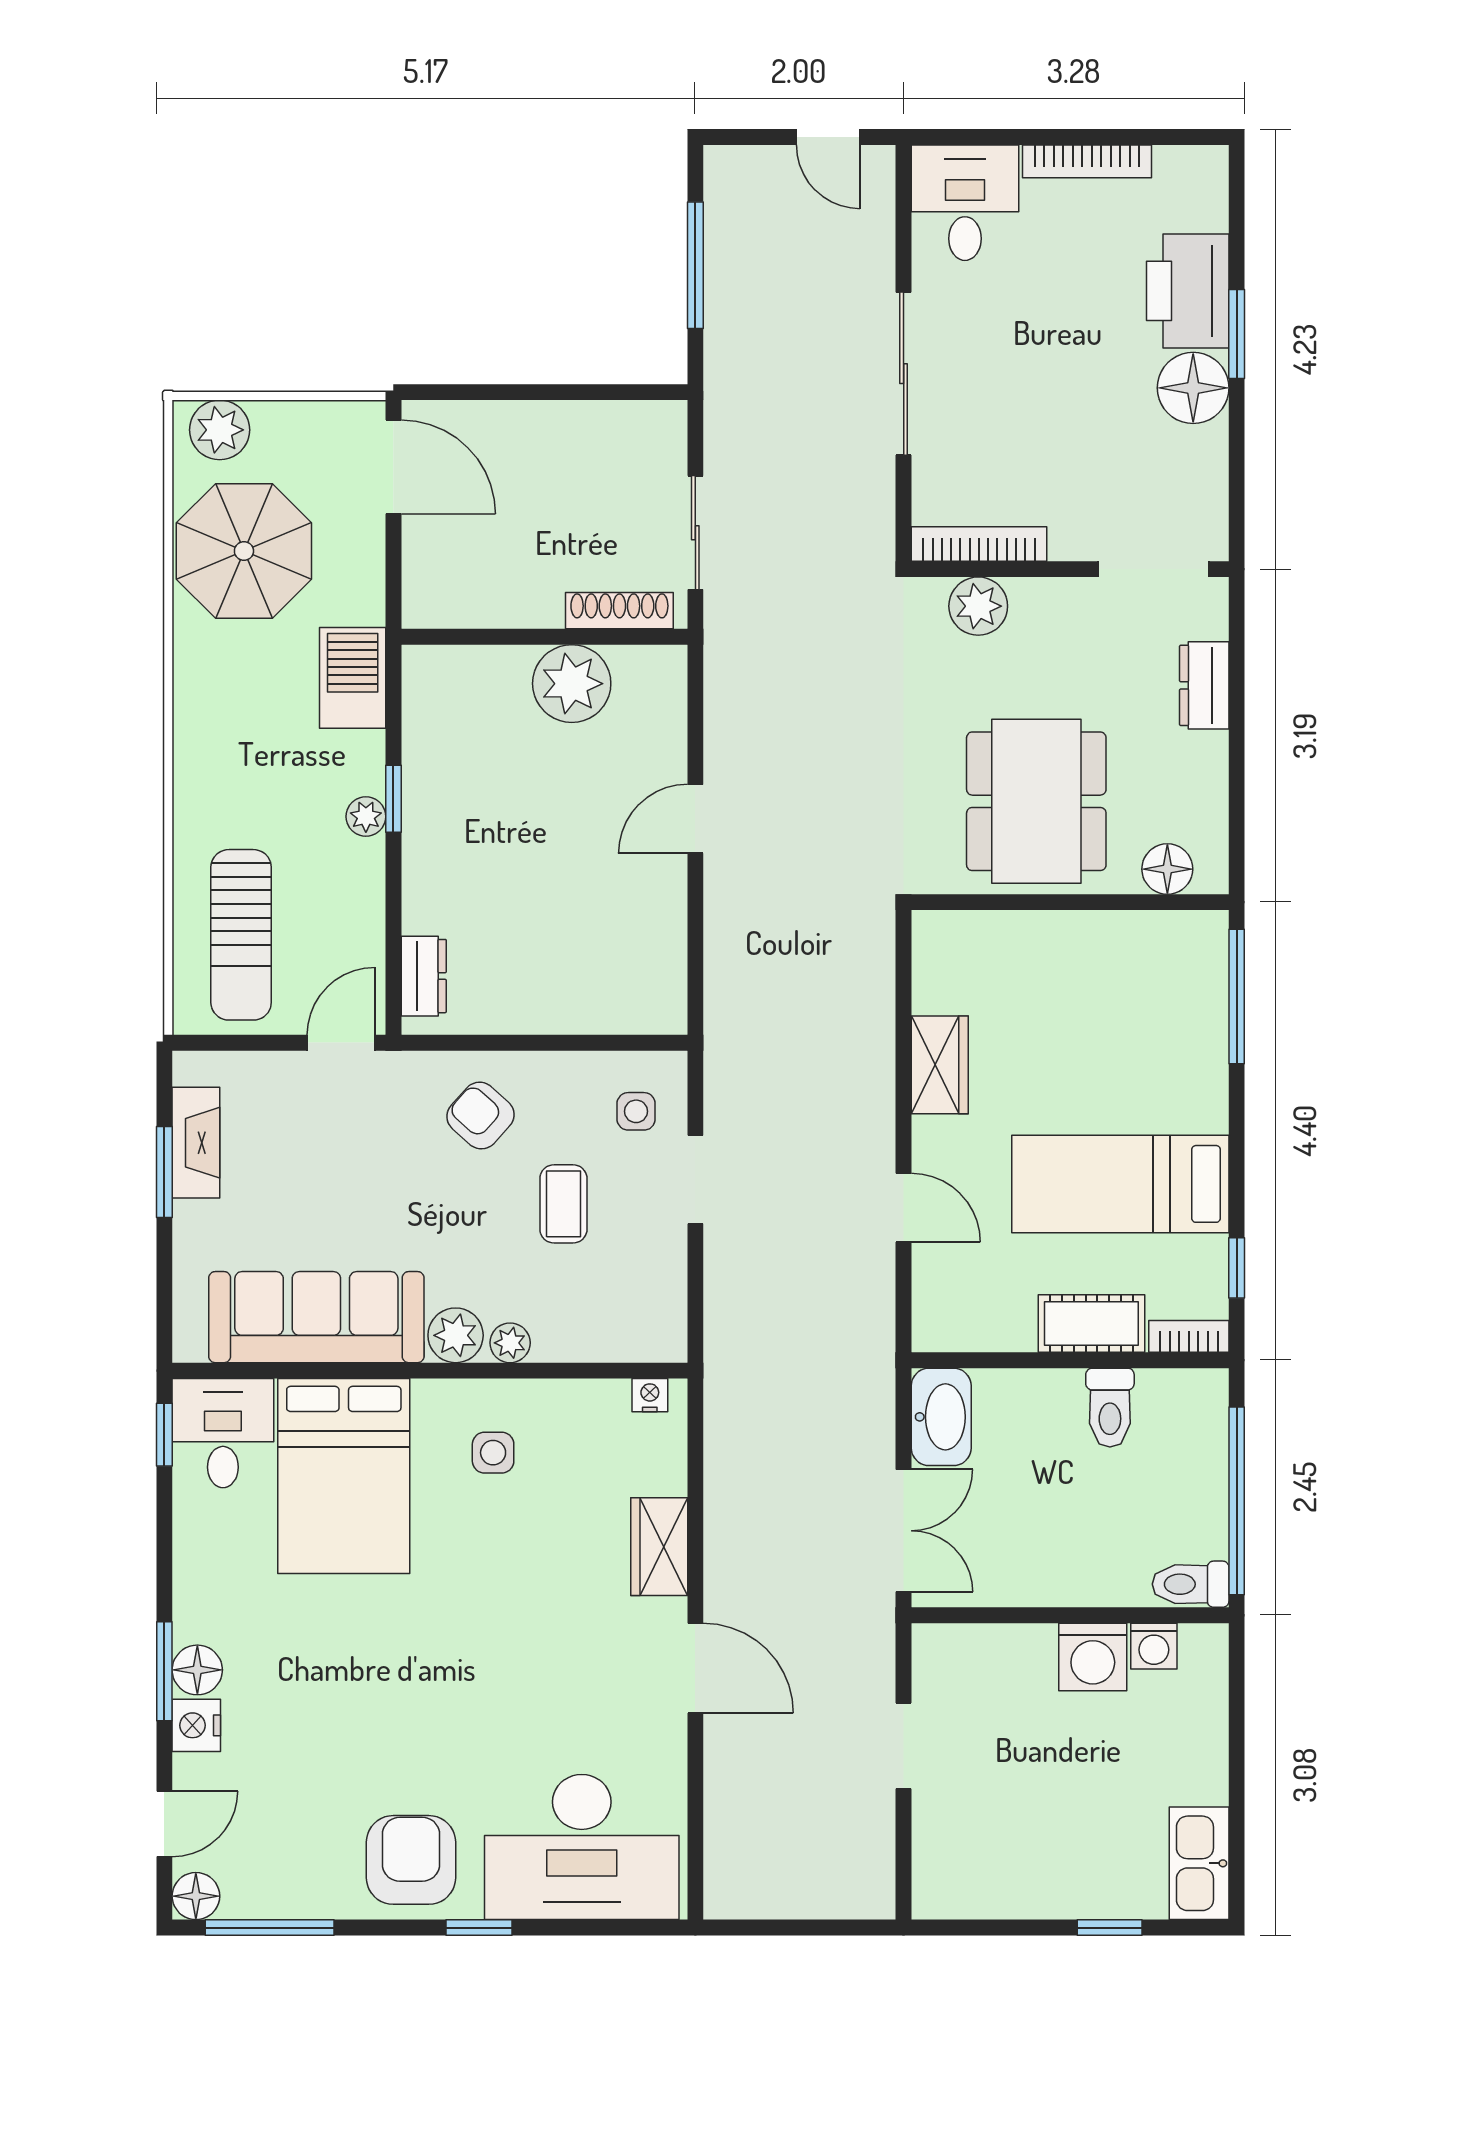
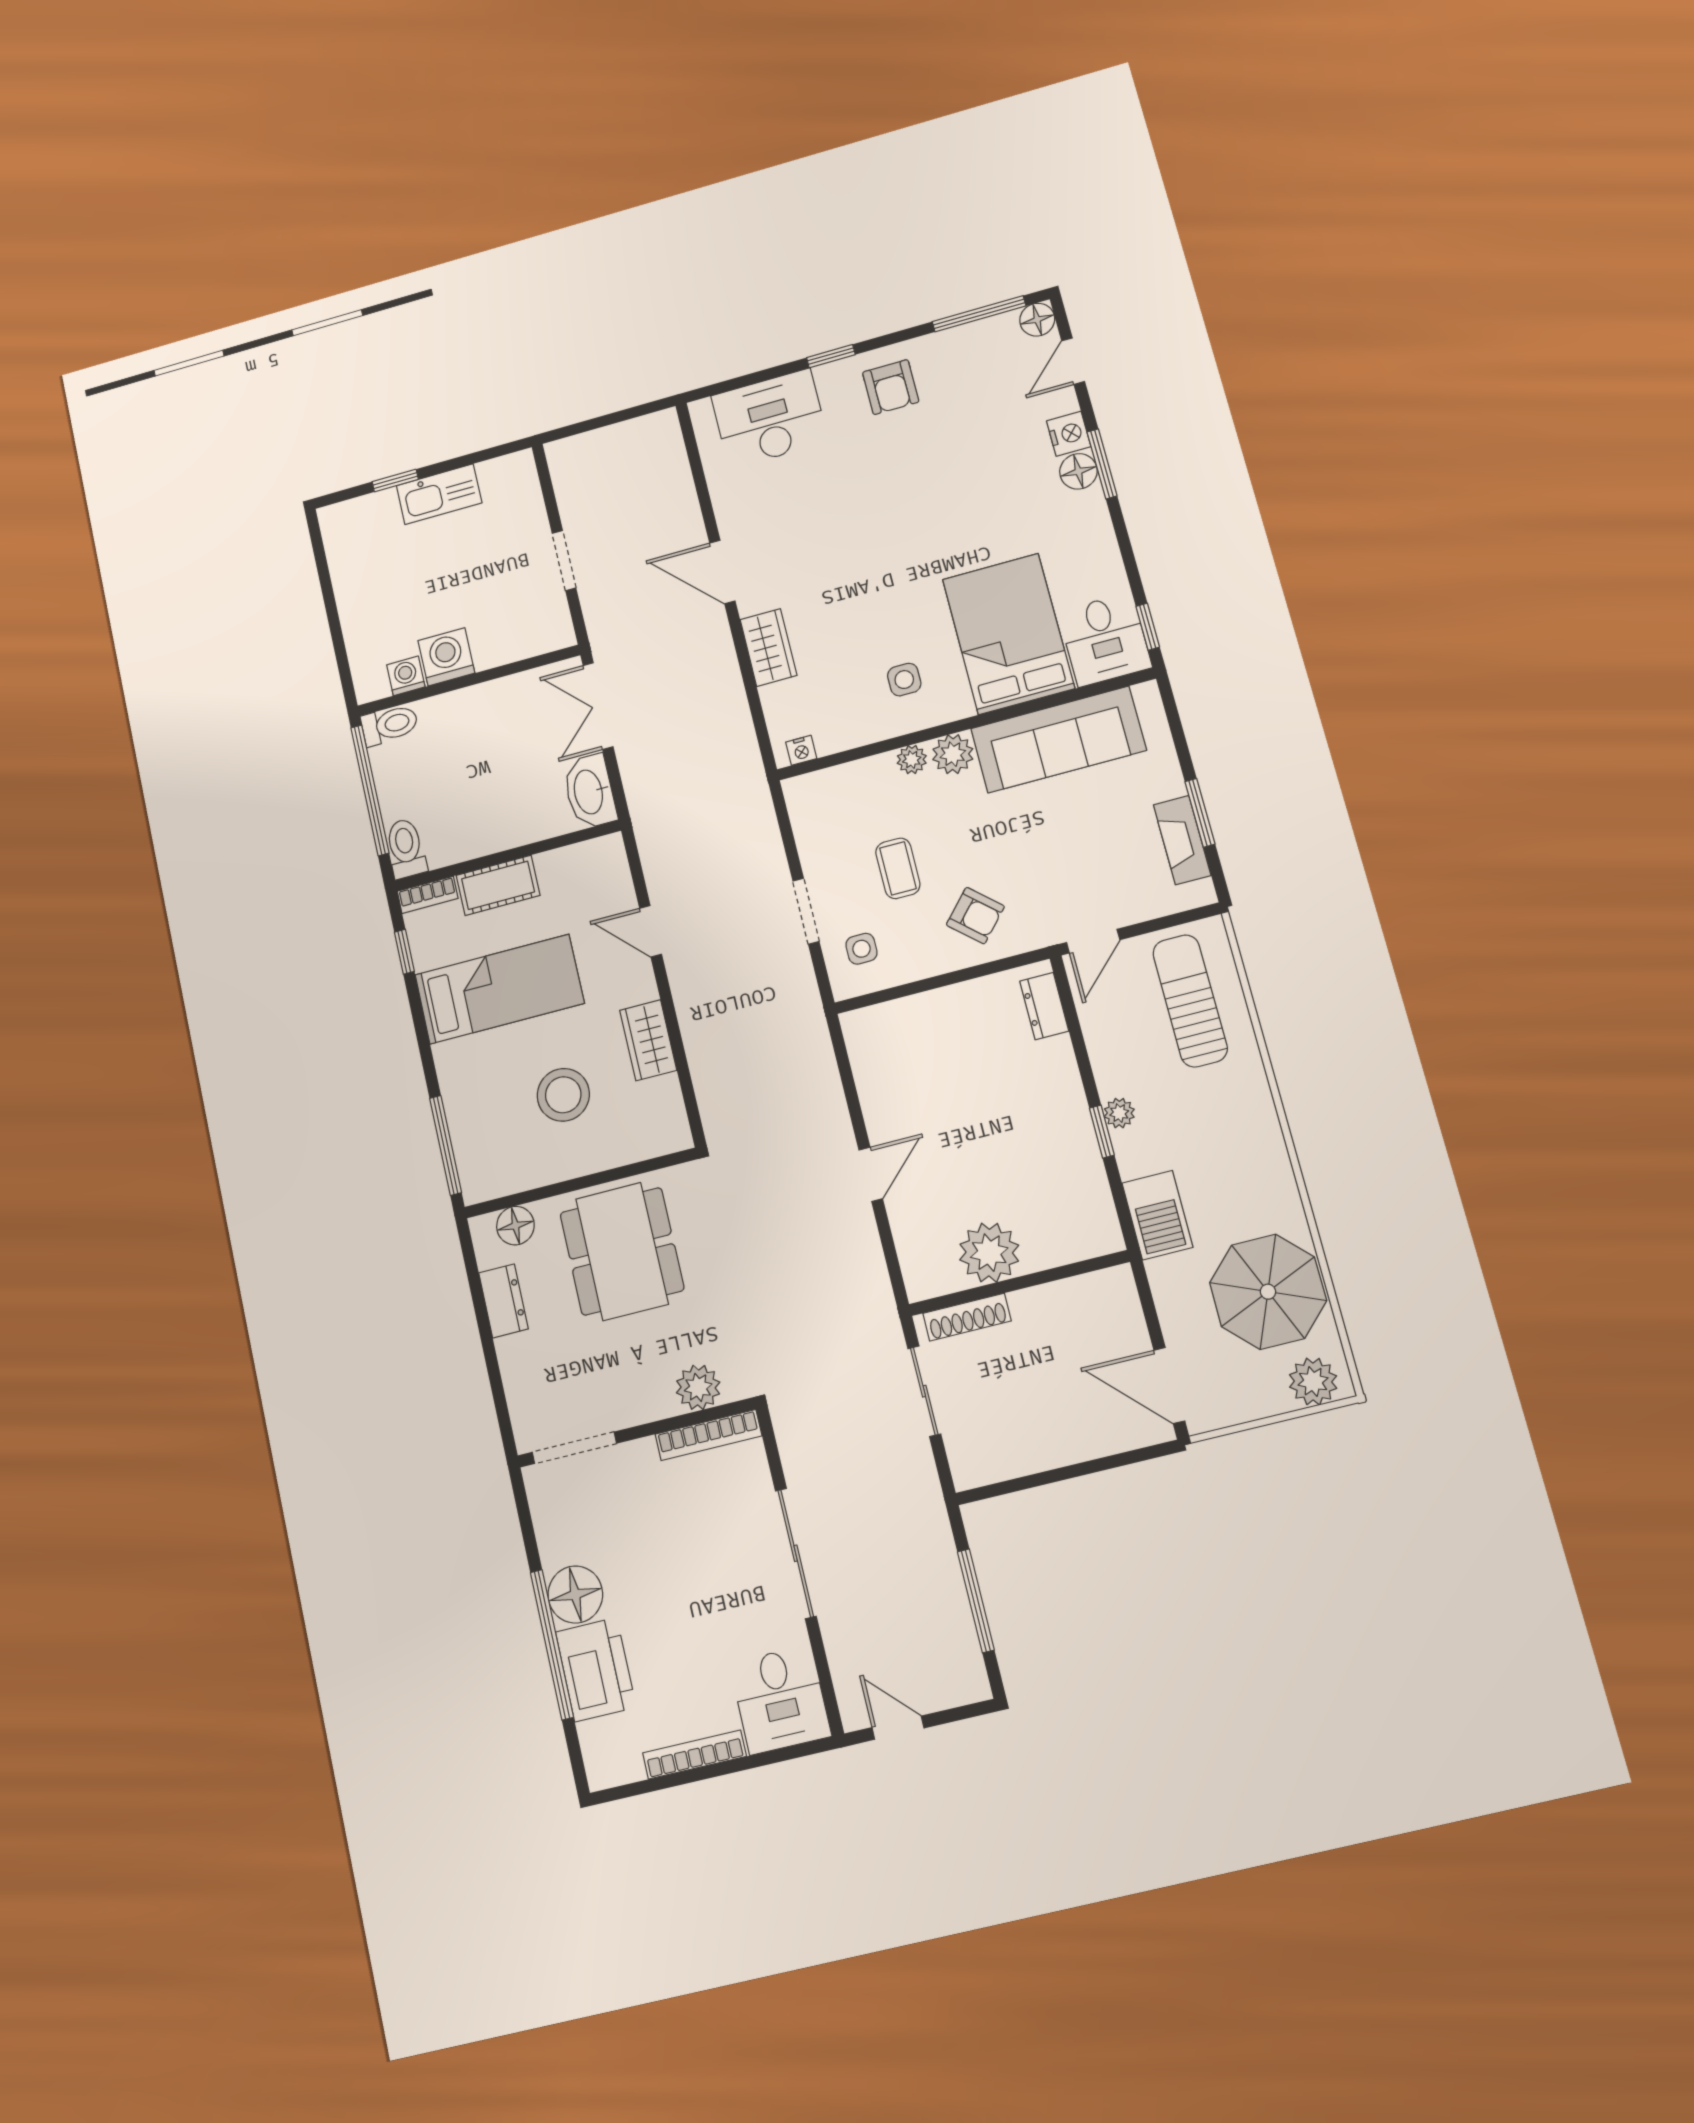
window: (1237, 334) -> (552, 1644), width x2.11
dresser: (1204, 685) -> (503, 1301), moved
stool: (1067, 1023) -> (563, 1095), added
toilet: (1110, 1408) -> (406, 848), moved
desk: (582, 1847) -> (770, 419), width x0.73, depth x0.77
armchair: (411, 1860) -> (891, 387), width x0.72, depth x0.72
kitchen sink: (1199, 1863) -> (439, 494), moved, turned 90

